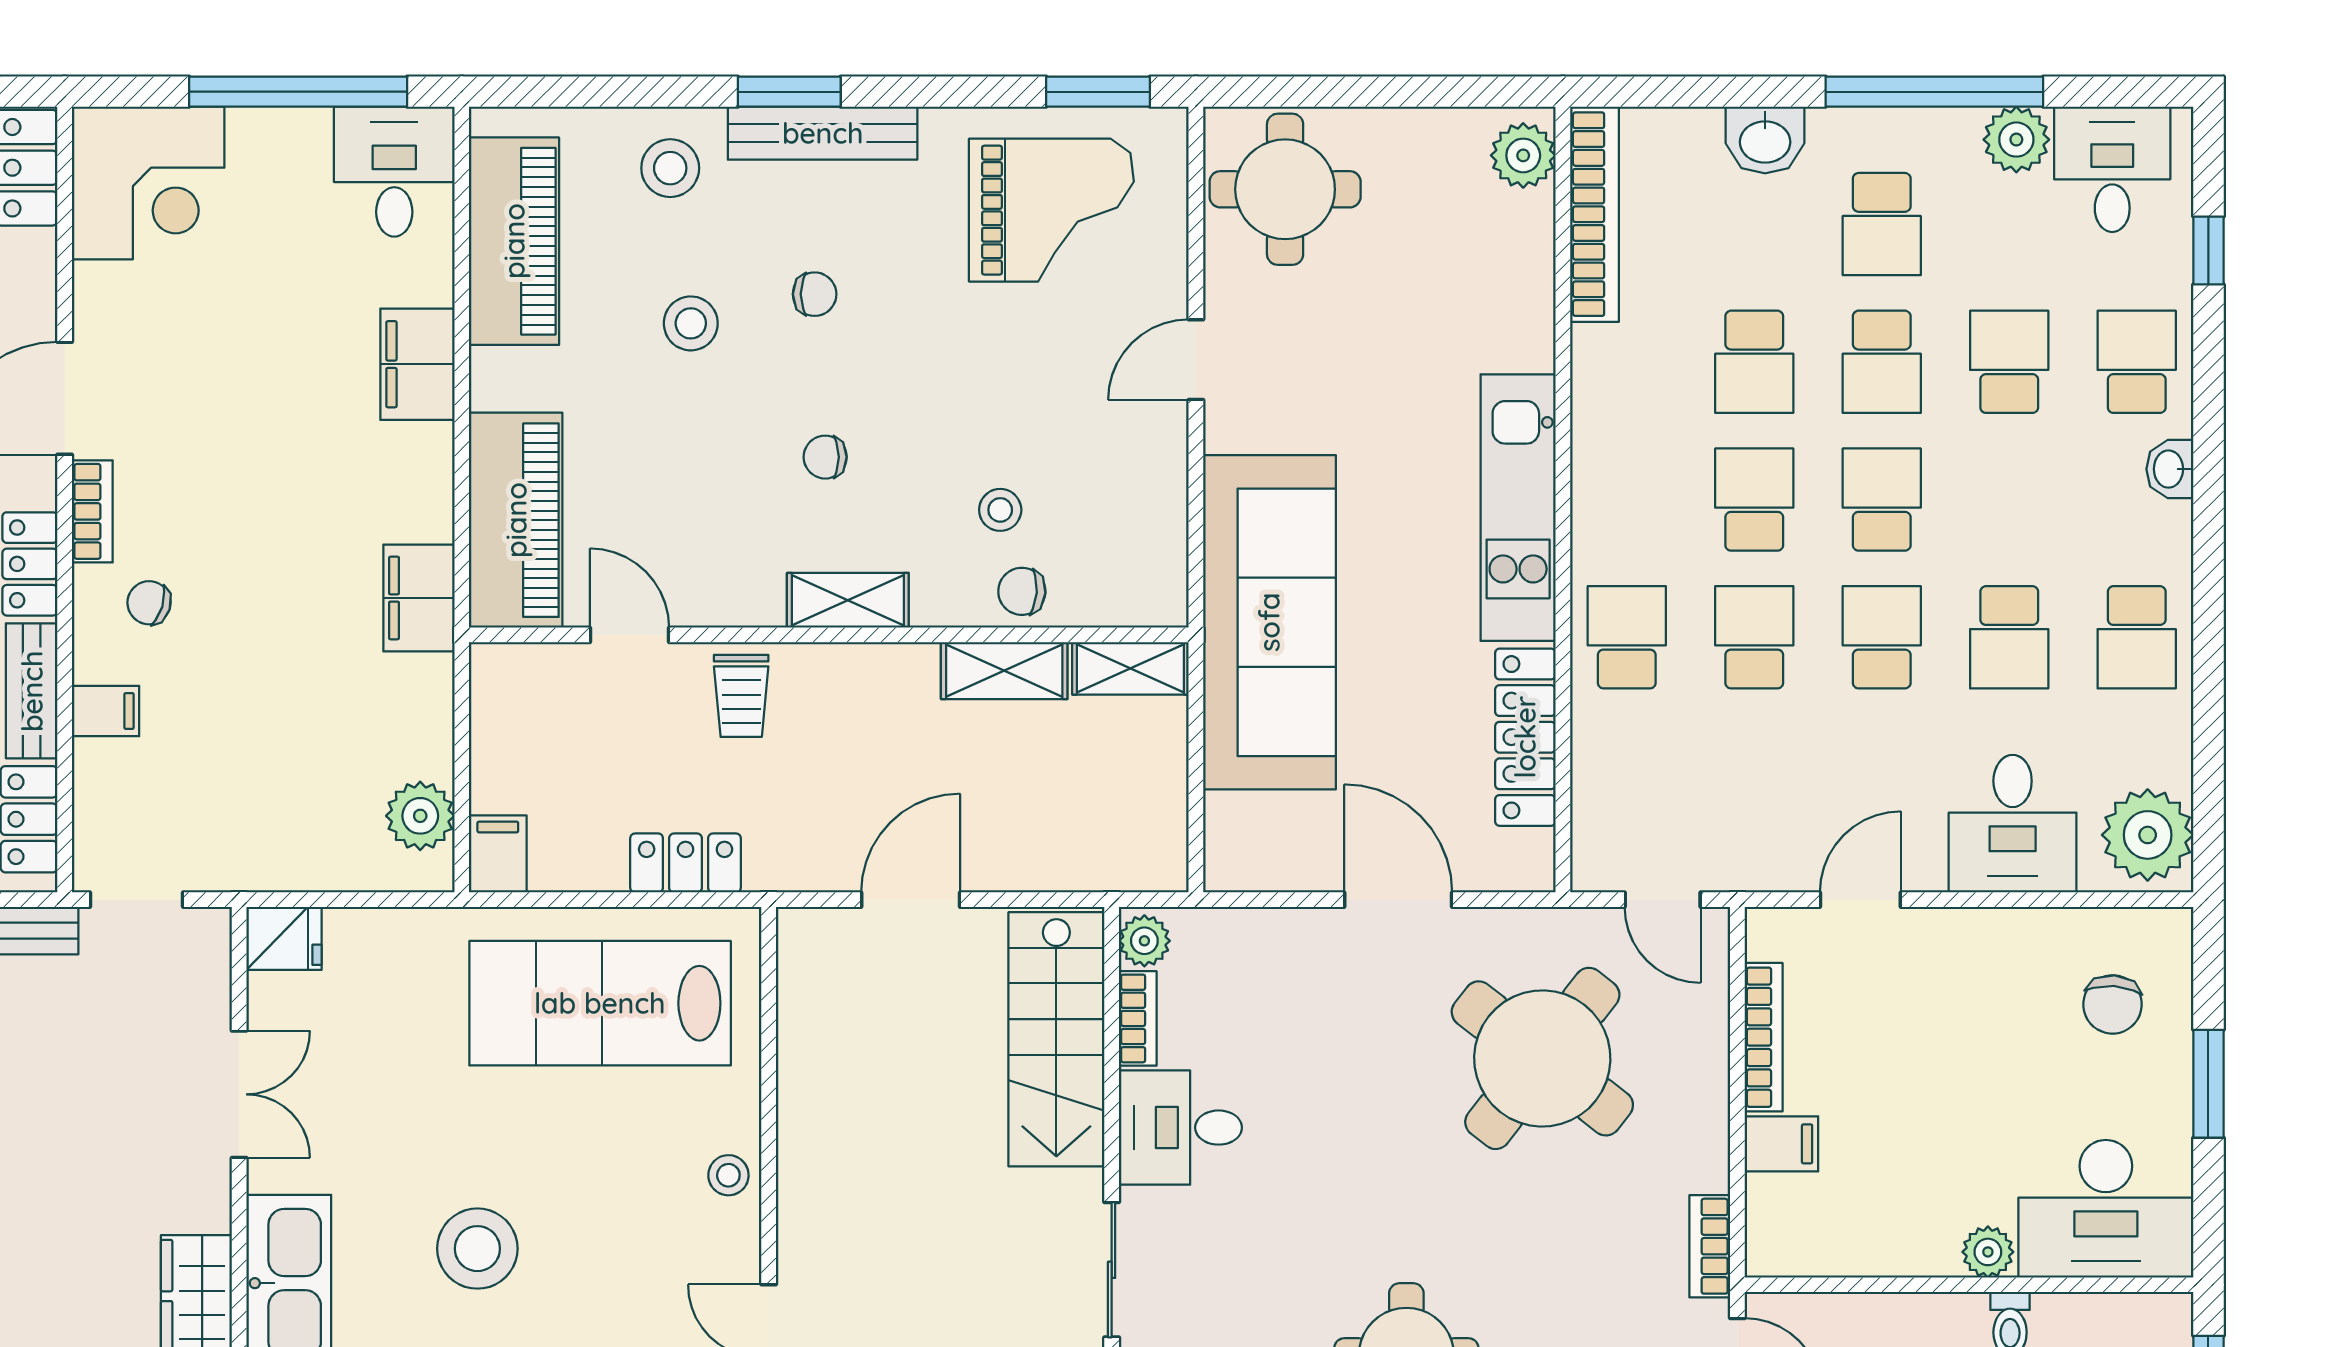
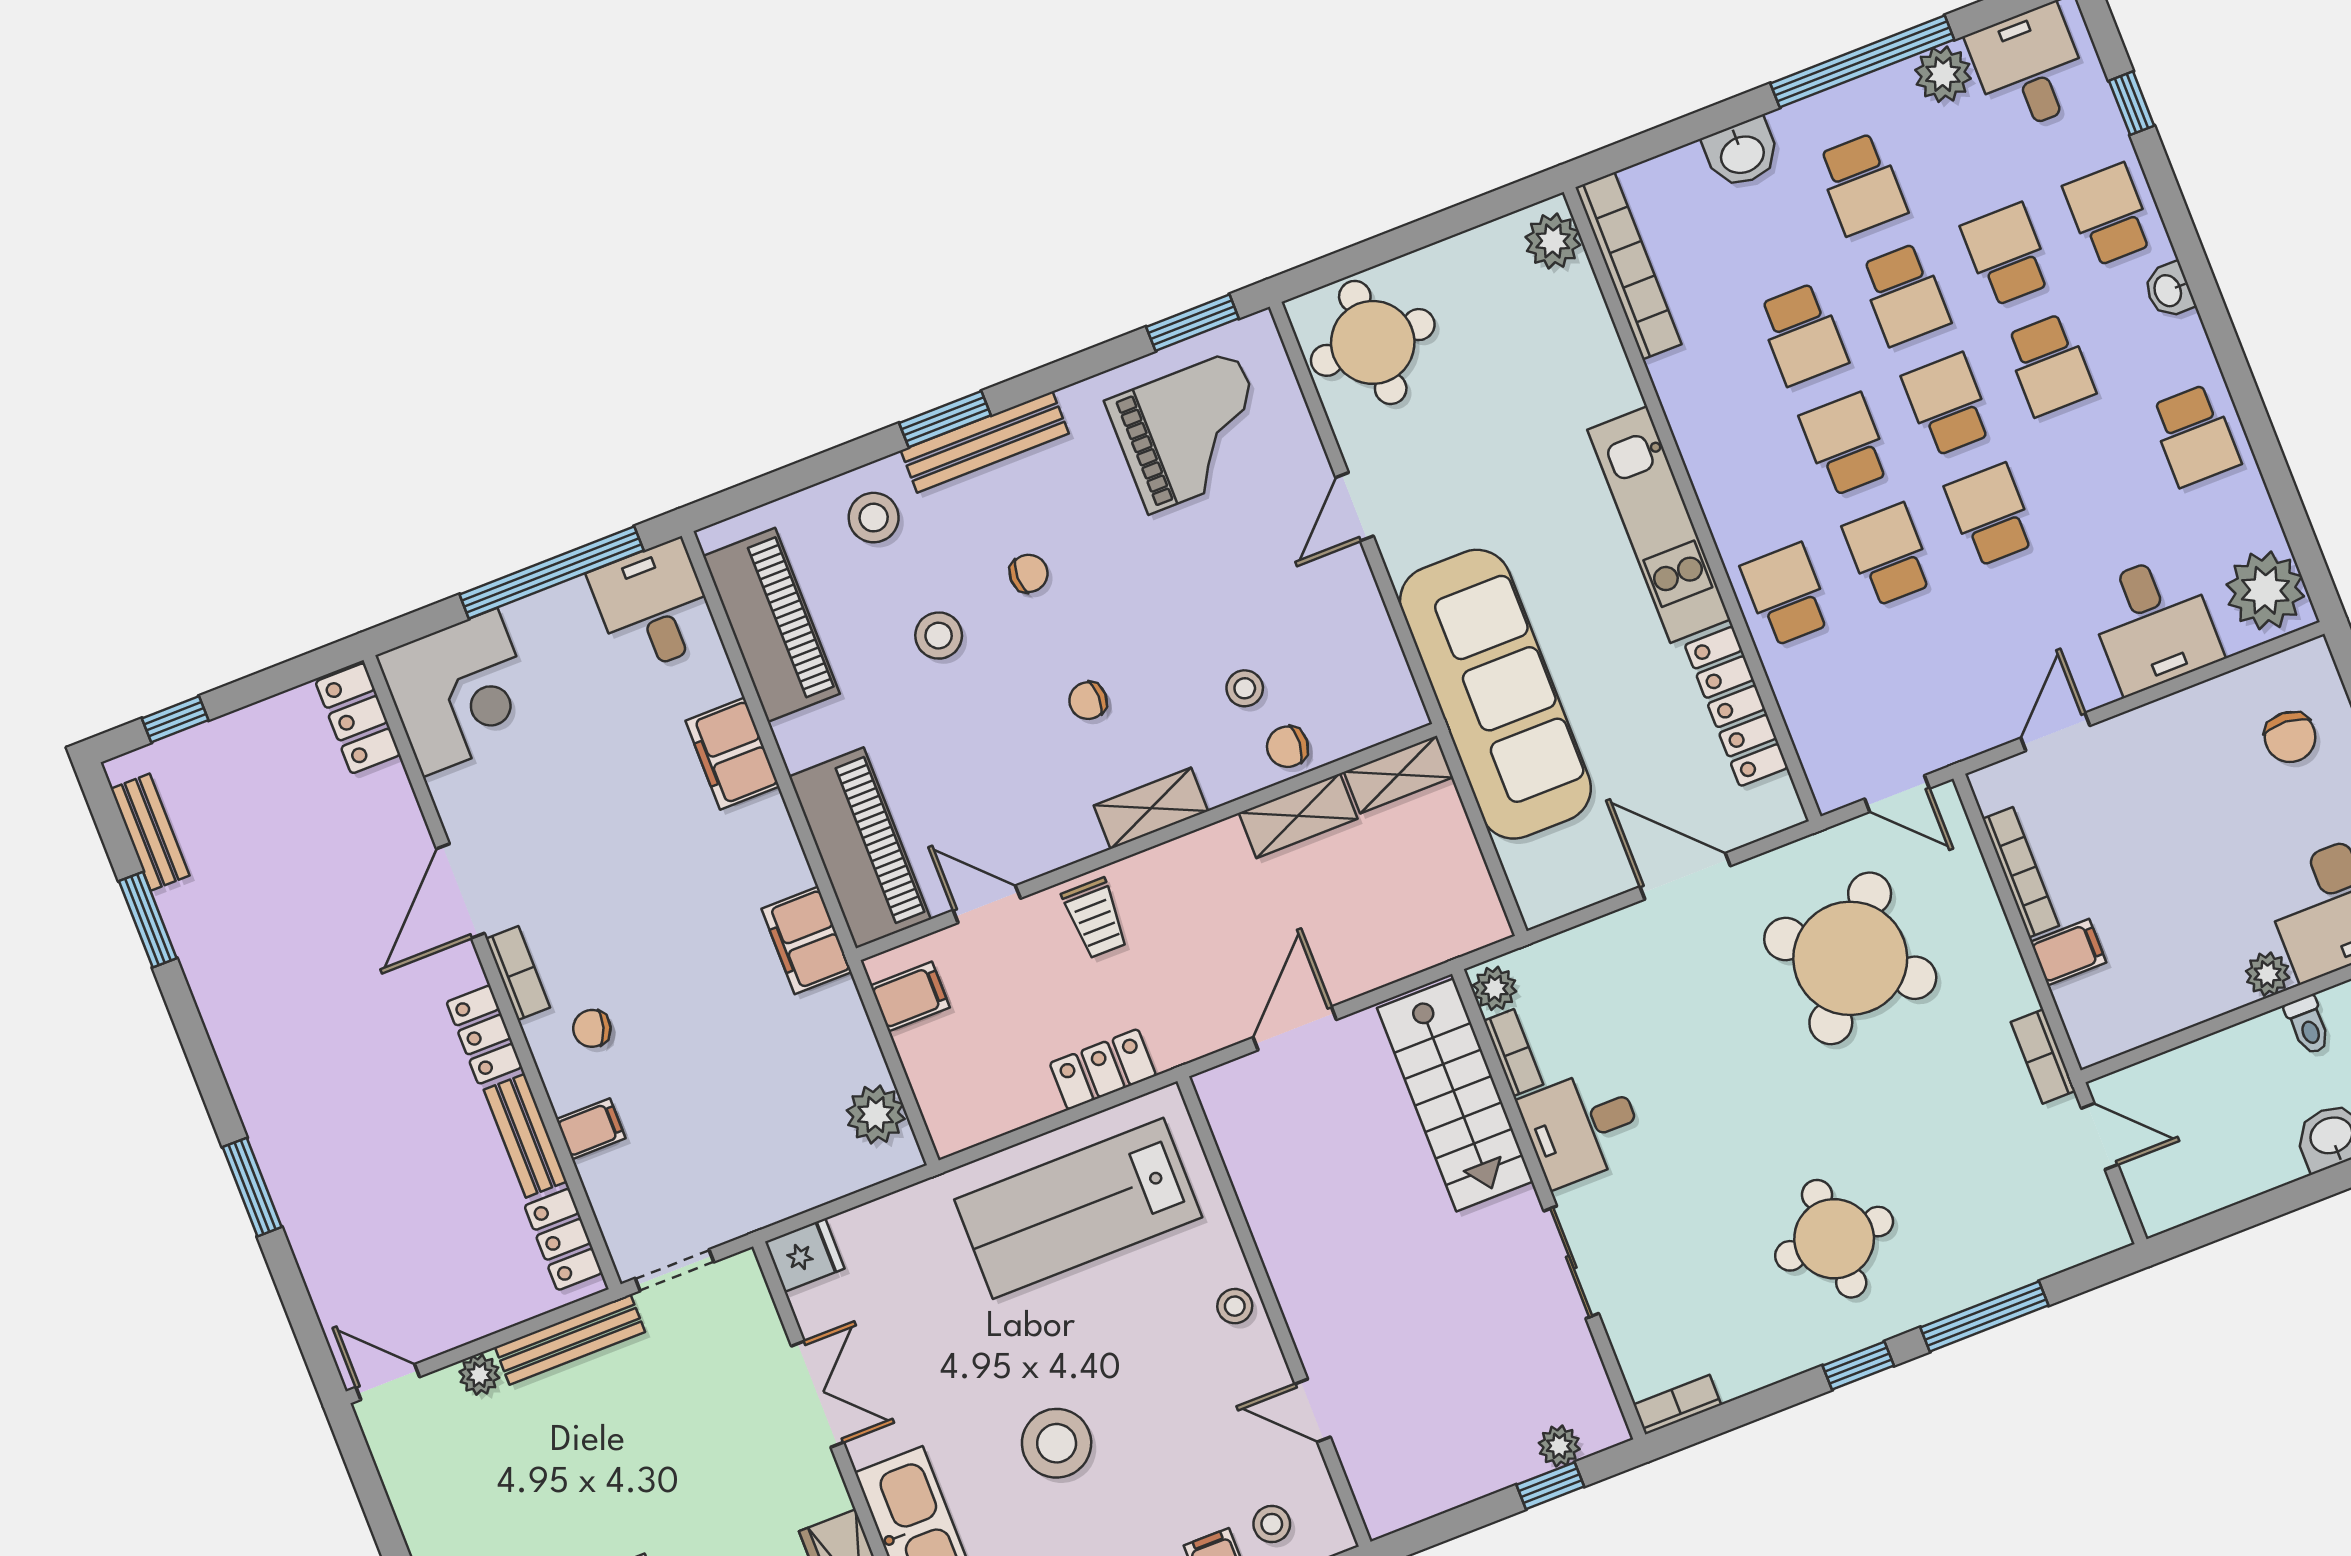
school desk: (2009, 637) -> (2050, 365), moved
filing cabinet: (498, 854) -> (910, 996), moved, turned 90

